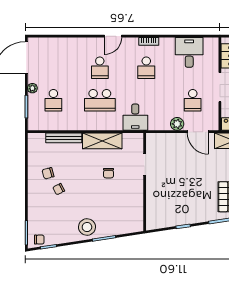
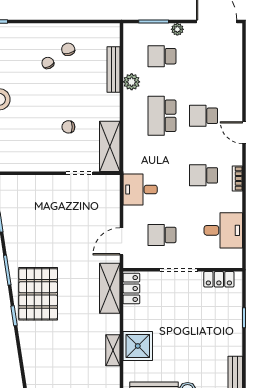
desk: (135, 117) -> (140, 189), moved
plant: (177, 124) -> (132, 82), moved
shelving: (102, 141) -> (110, 146), moved

